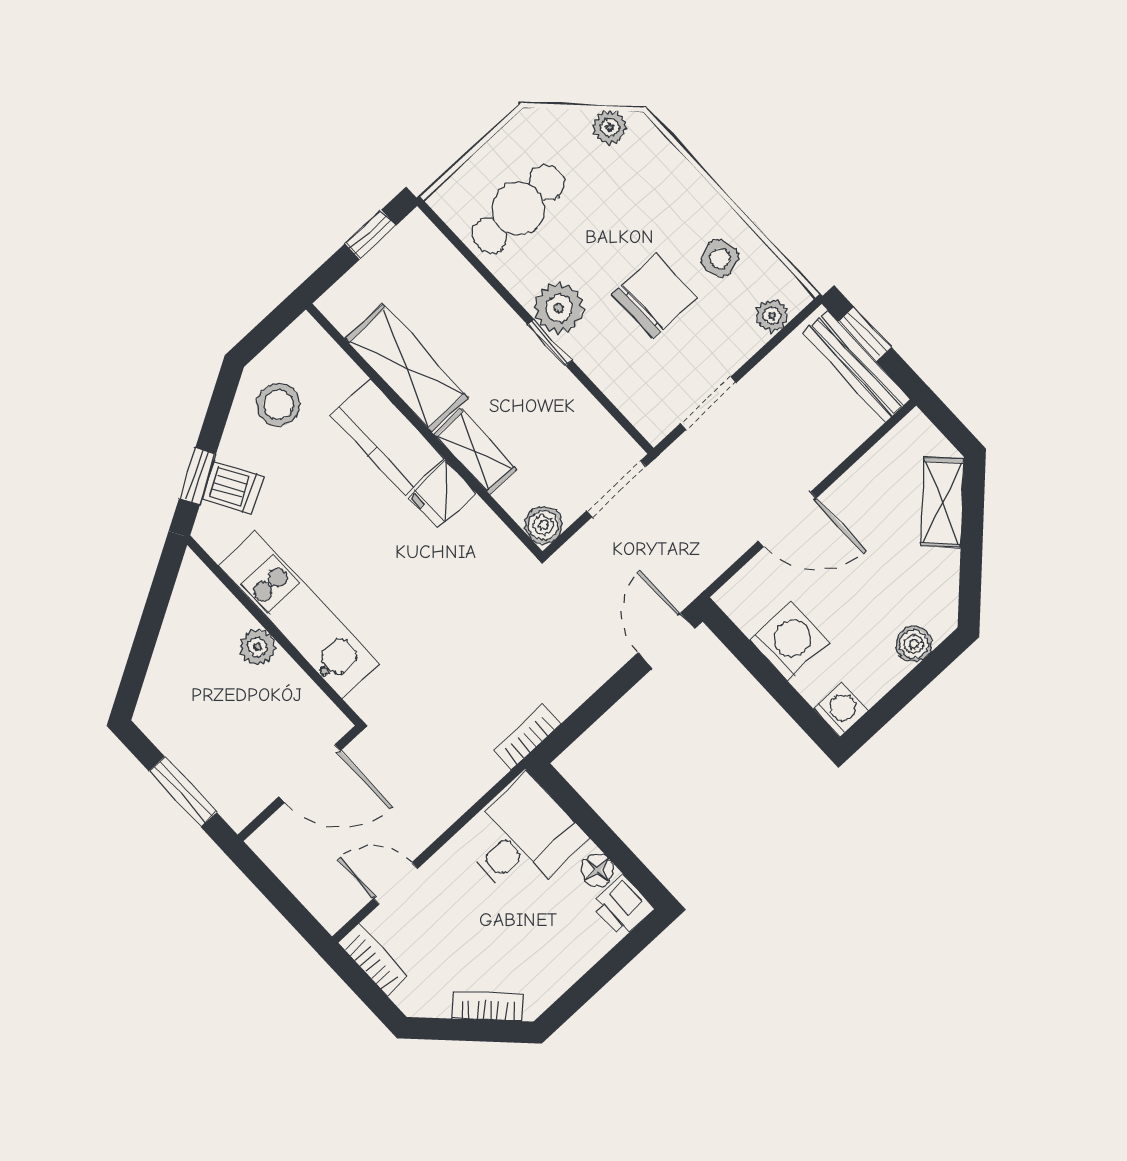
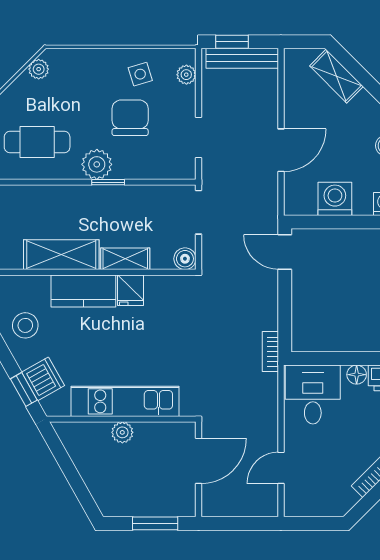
cafe table: (518, 209) -> (37, 142), turned 90
dishwasher: (233, 488) -> (43, 379), width x1.38
bookcase: (373, 960) -> (305, 508), removed

